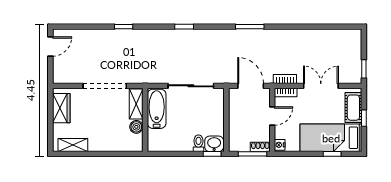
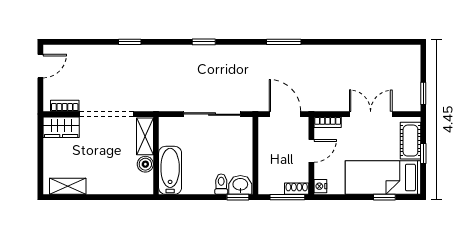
bookcase: (285, 79) -> (65, 106), moved
wardrobe: (61, 108) -> (61, 127), moved, turned 90
bathtub: (157, 109) -> (170, 170), moved

